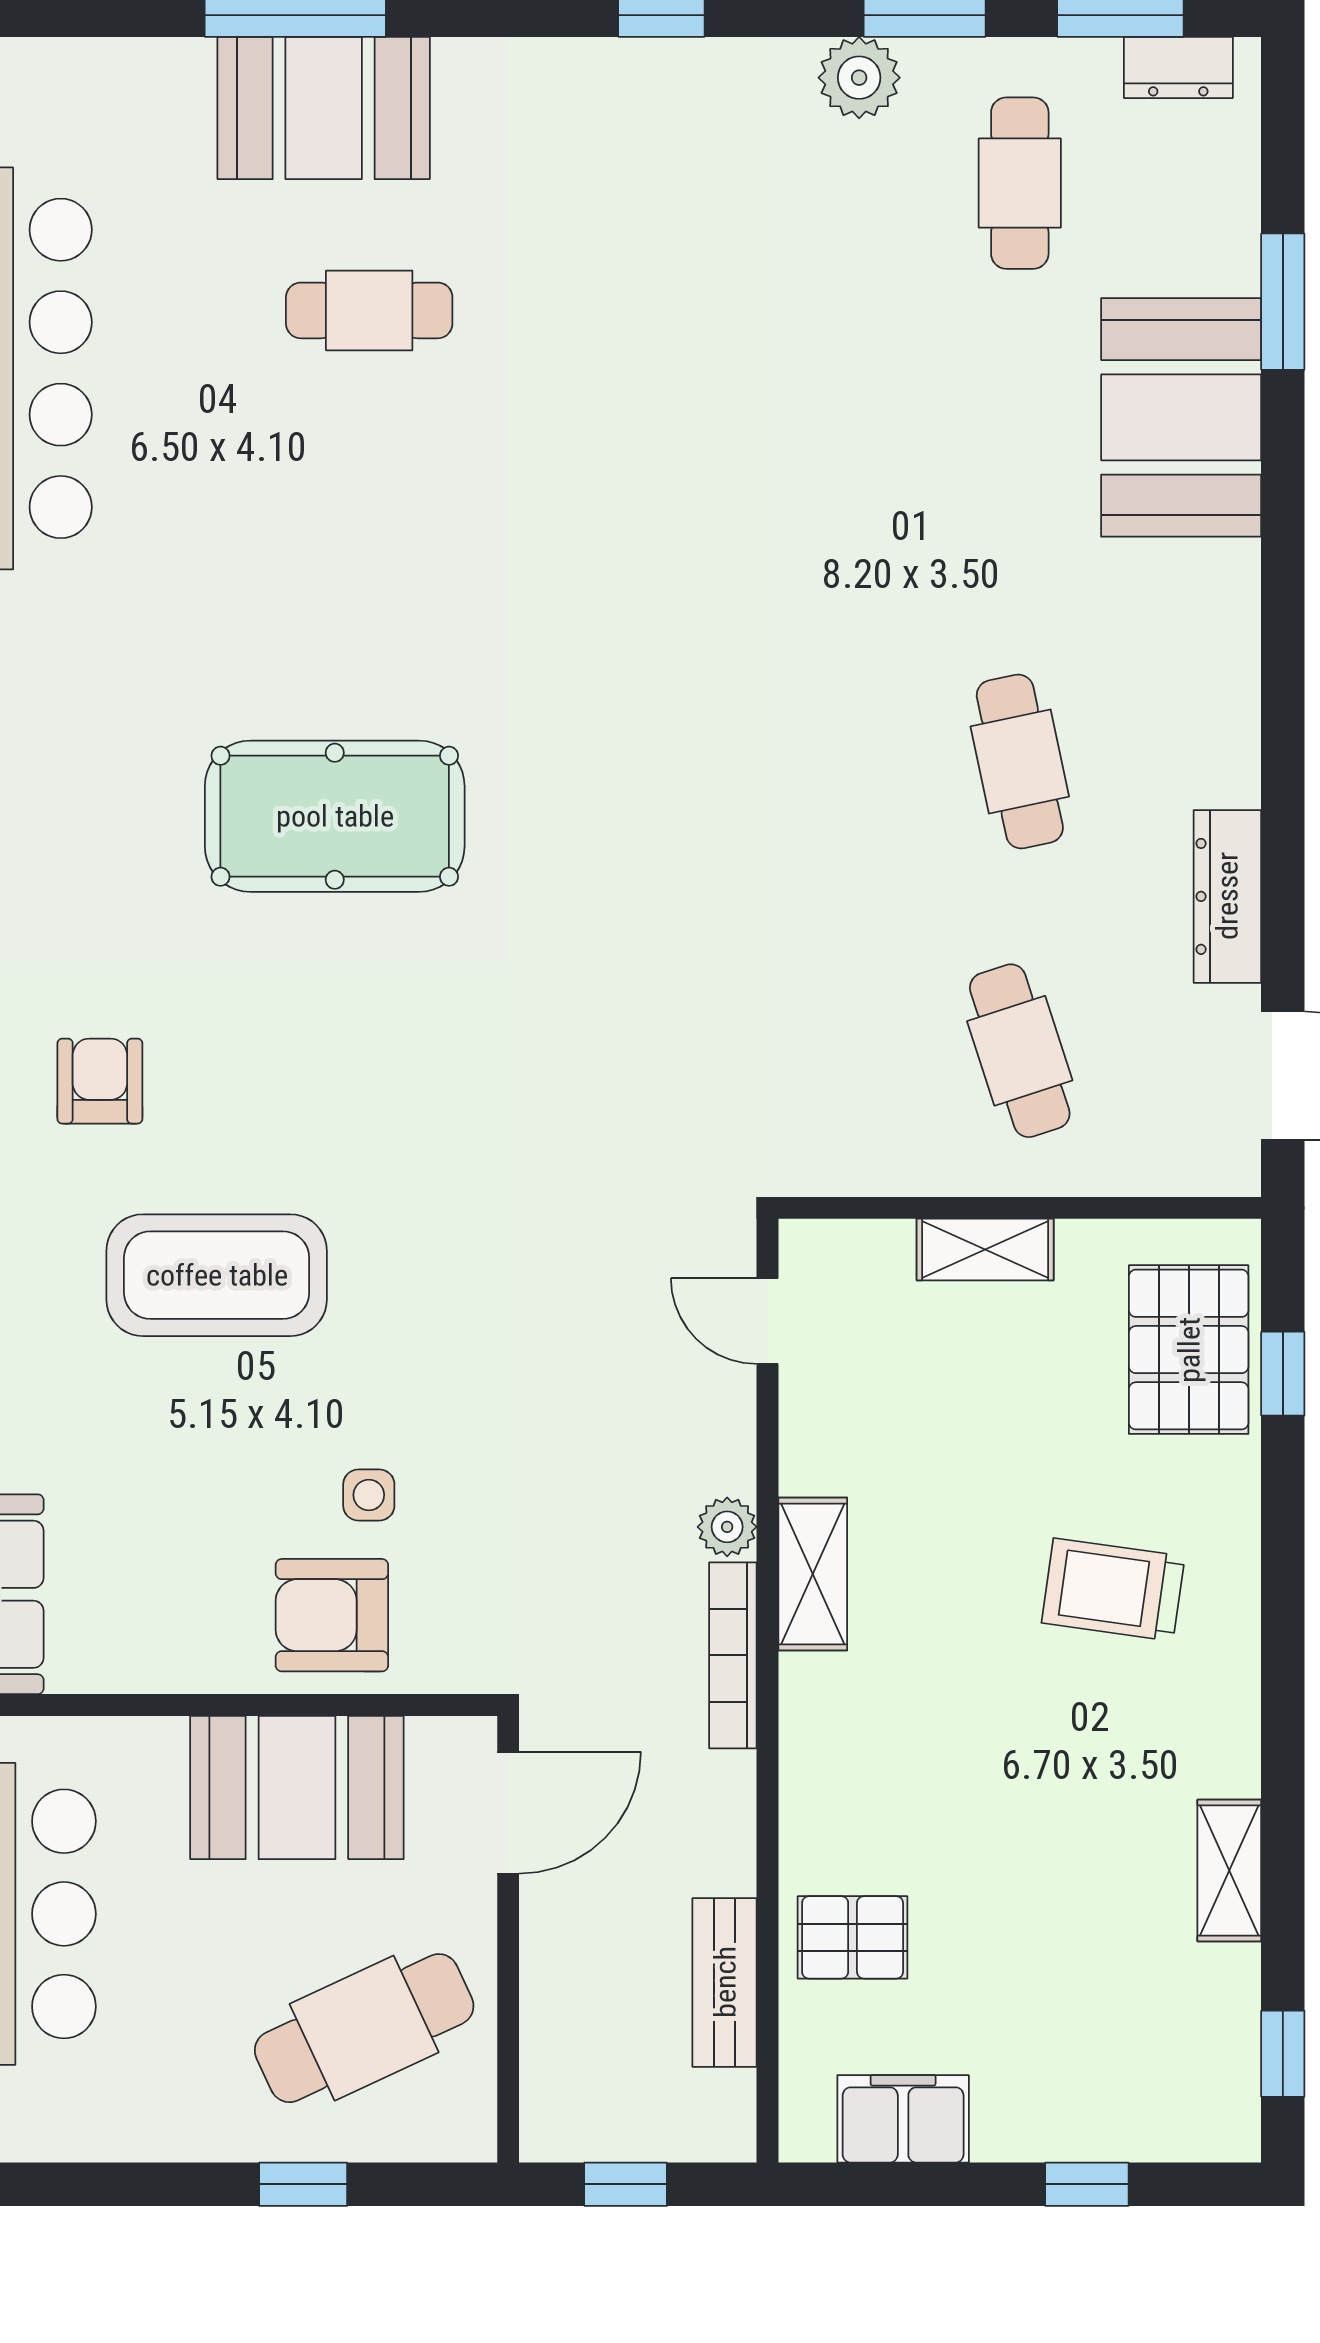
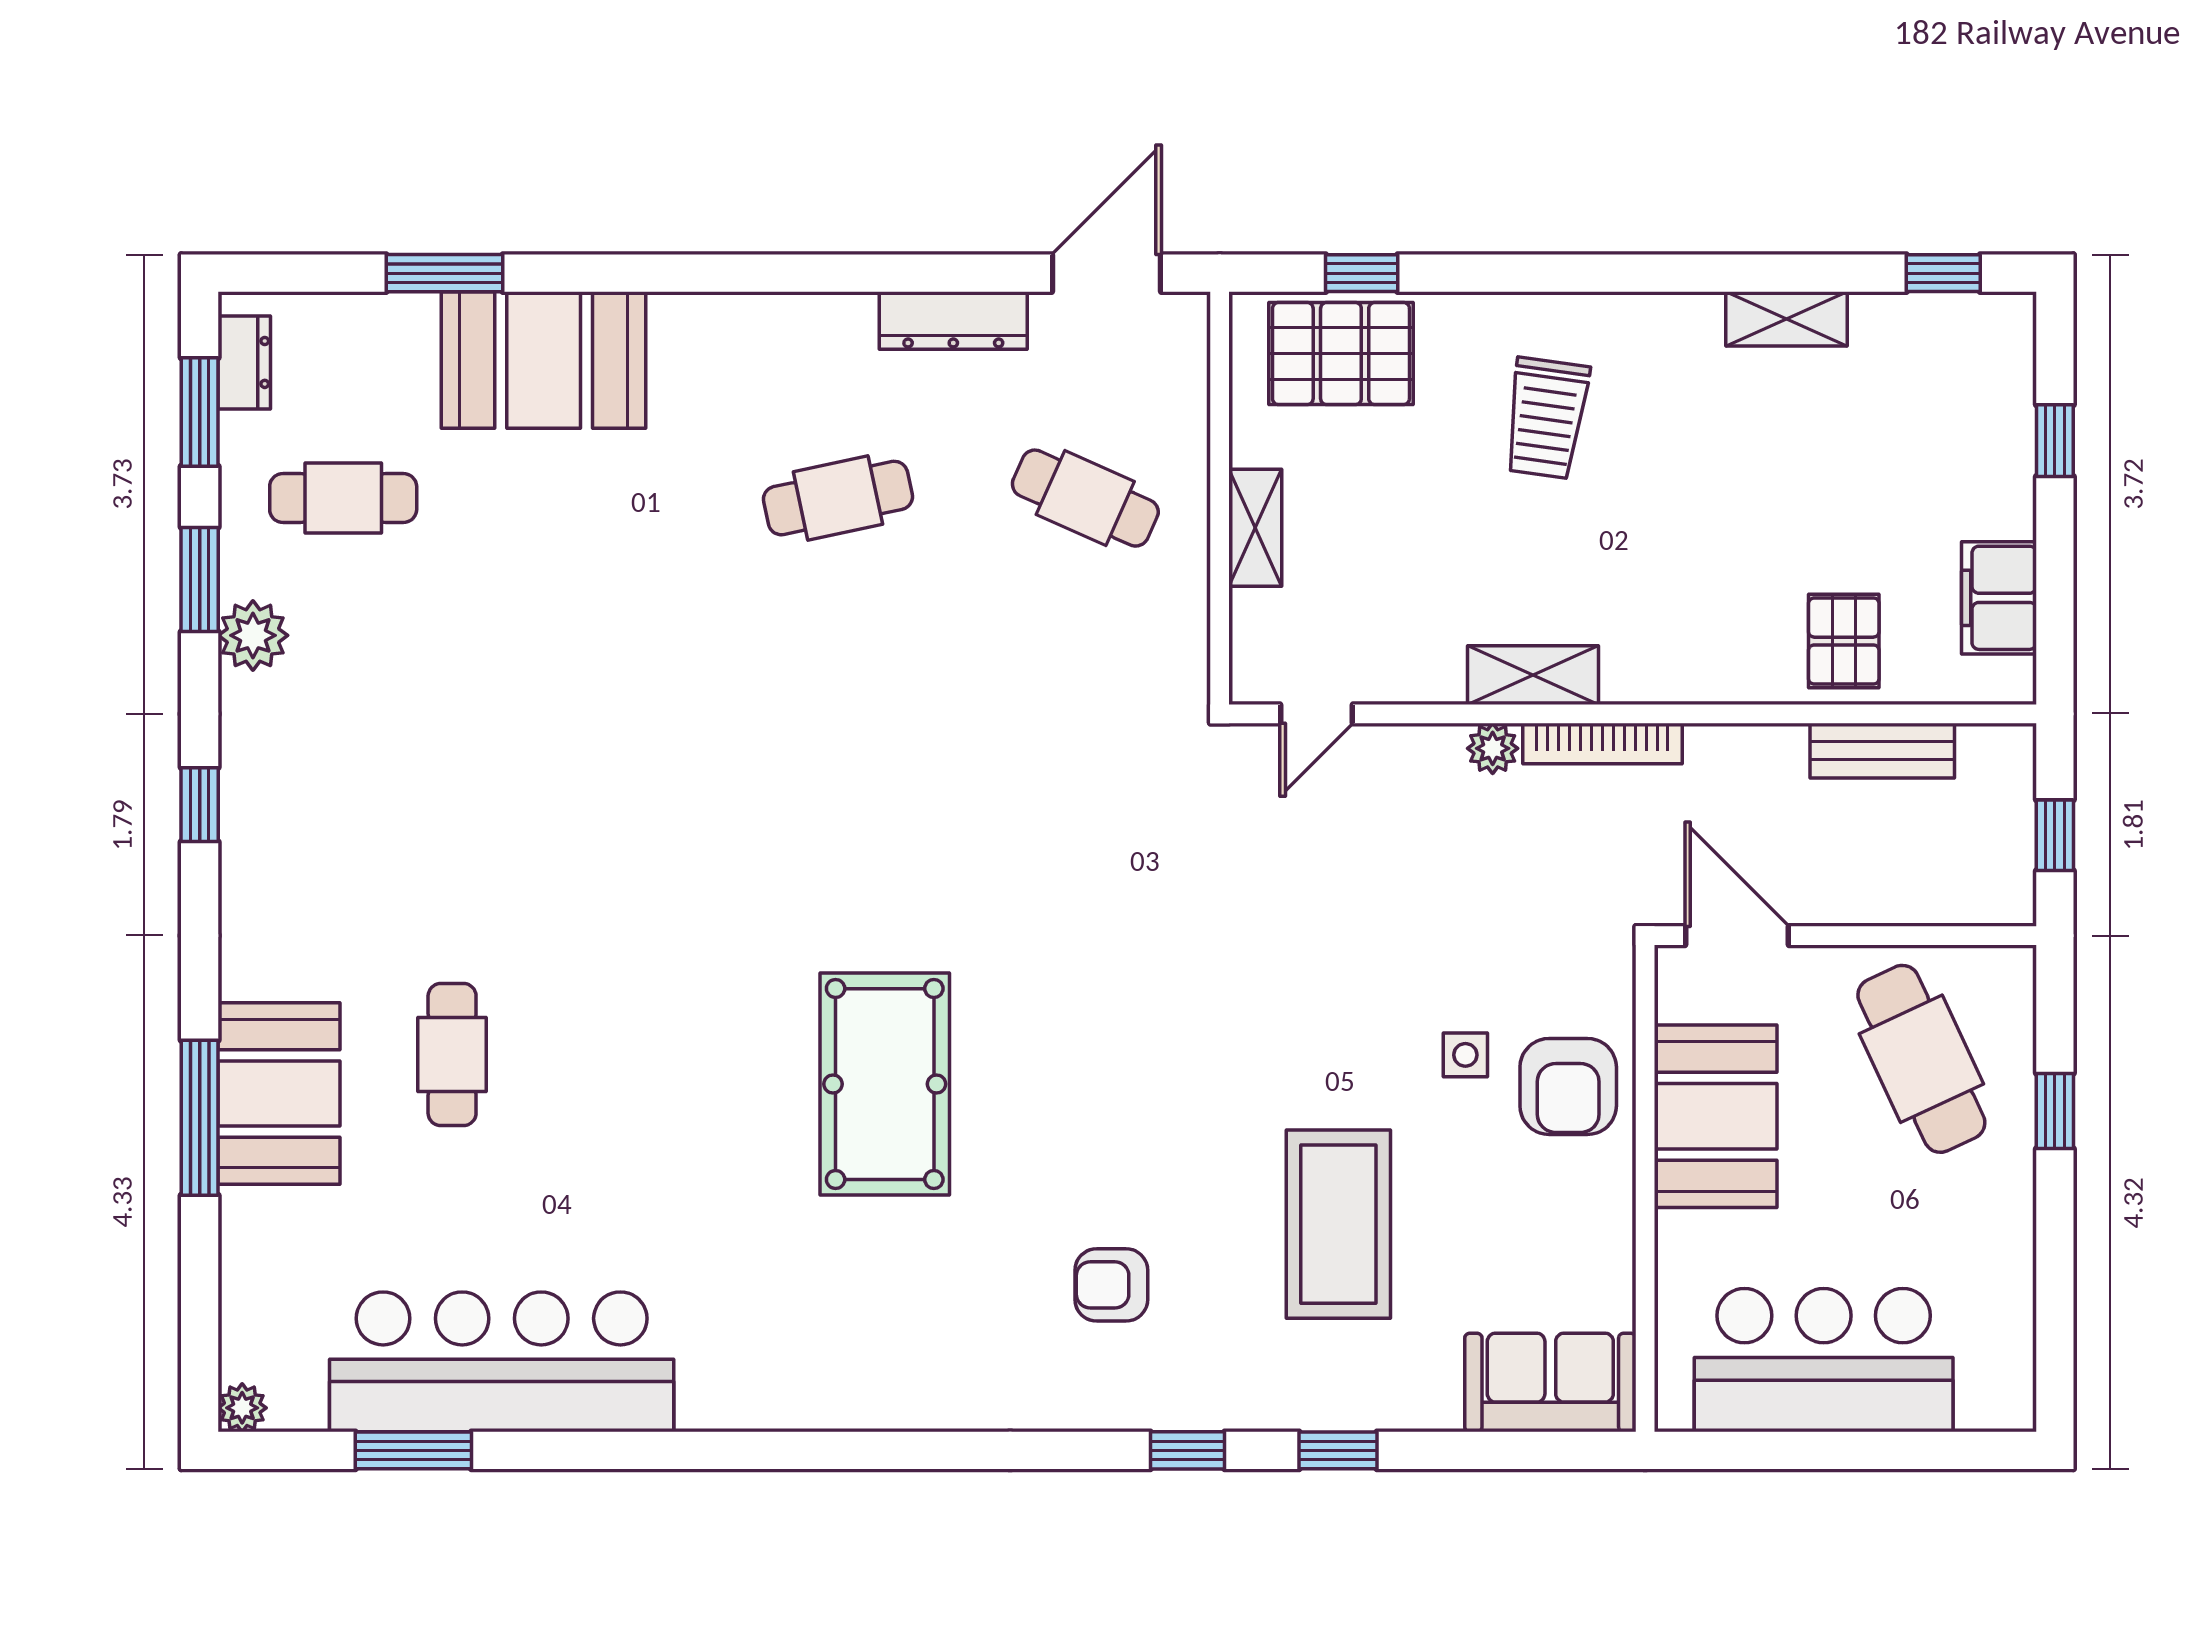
cafe table: (1020, 1051) -> (1085, 498), turned 42
coffee table: (217, 1275) -> (1338, 1224), moved

